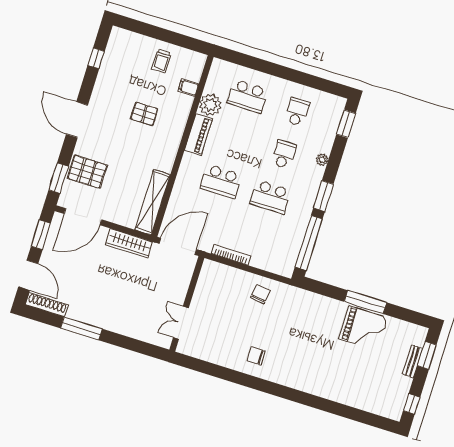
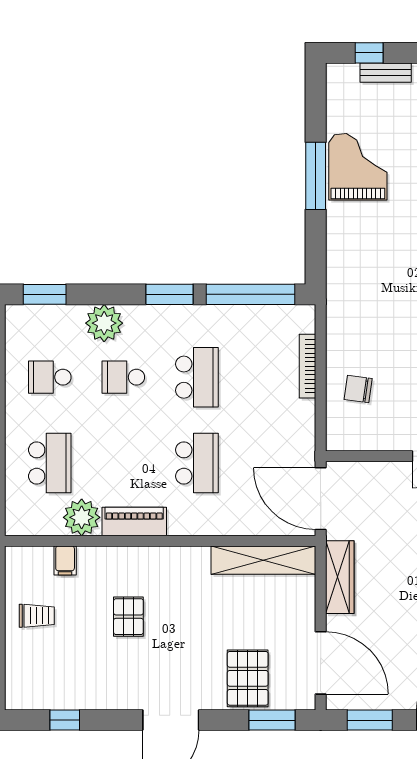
plant: (322, 160) -> (104, 323), width x1.88, depth x1.88
bookcase: (231, 255) -> (308, 366), moved
chair: (261, 294) -> (358, 389), moved
window: (427, 355) -> (369, 53), width x0.67

